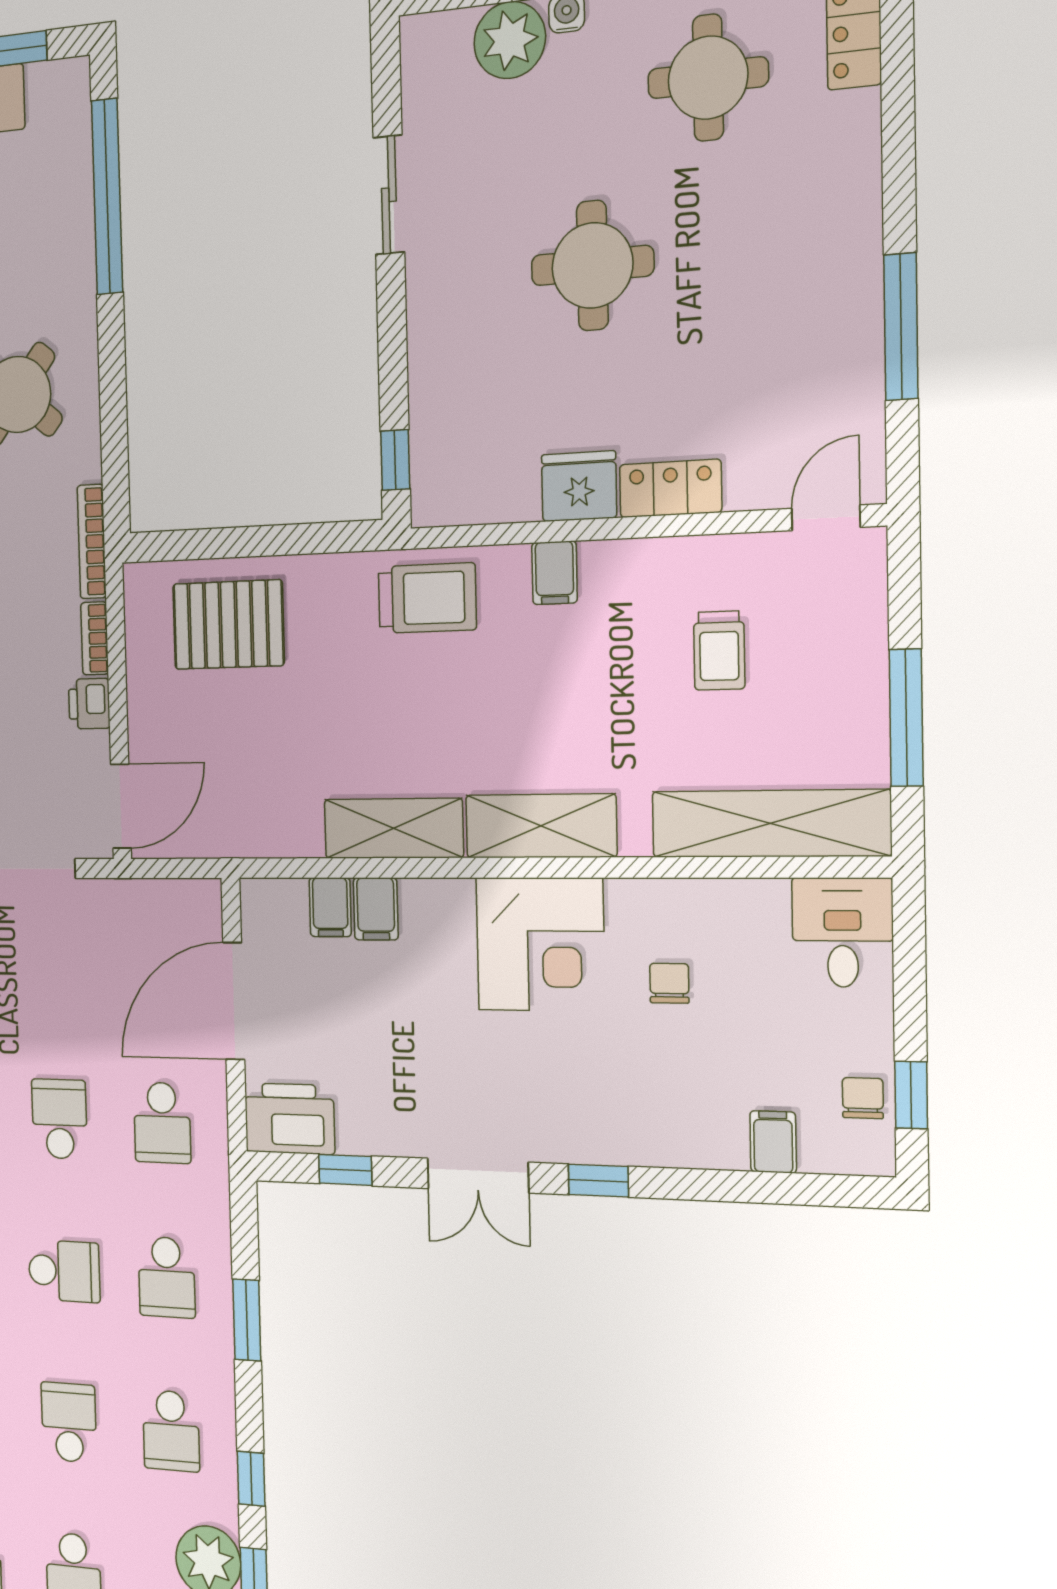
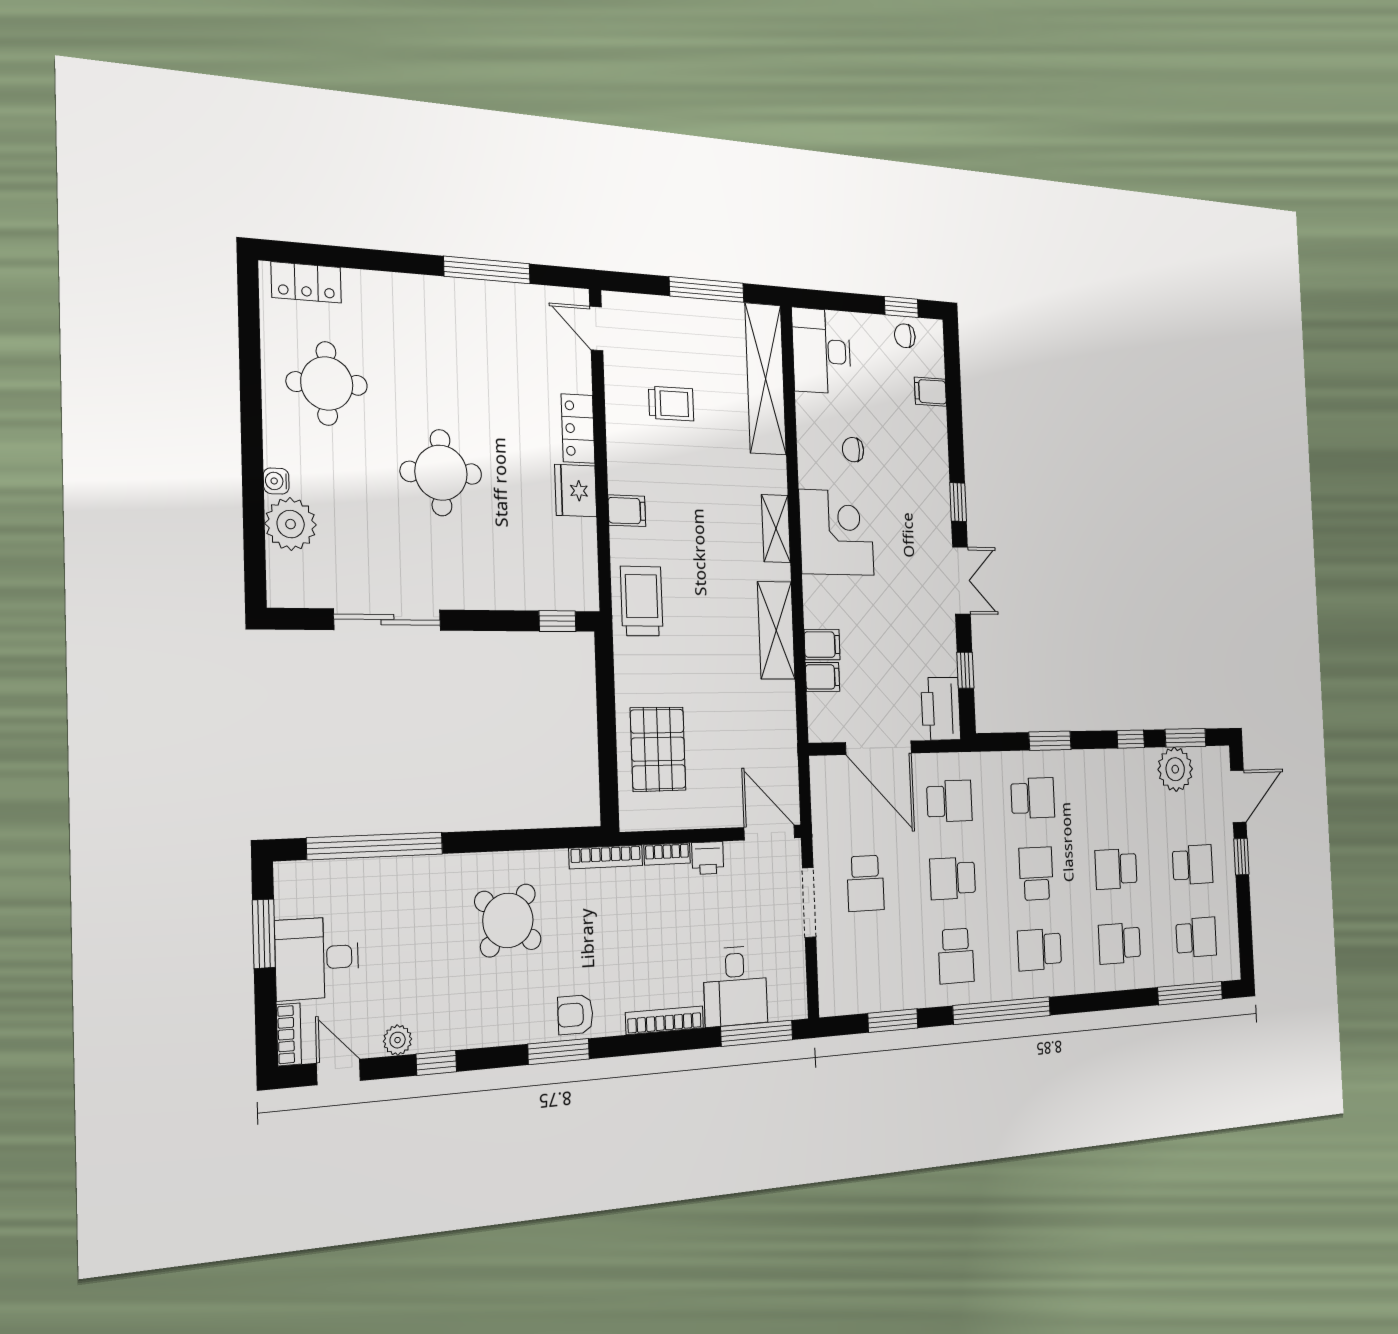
sliding door: (389, 195) -> (387, 620), width x1.37
shelving: (541, 826) -> (776, 529), width x0.67, depth x0.75
desk: (843, 932) -> (822, 351), width x1.37
school desk: (171, 1431) -> (866, 883), moved, turned 90

